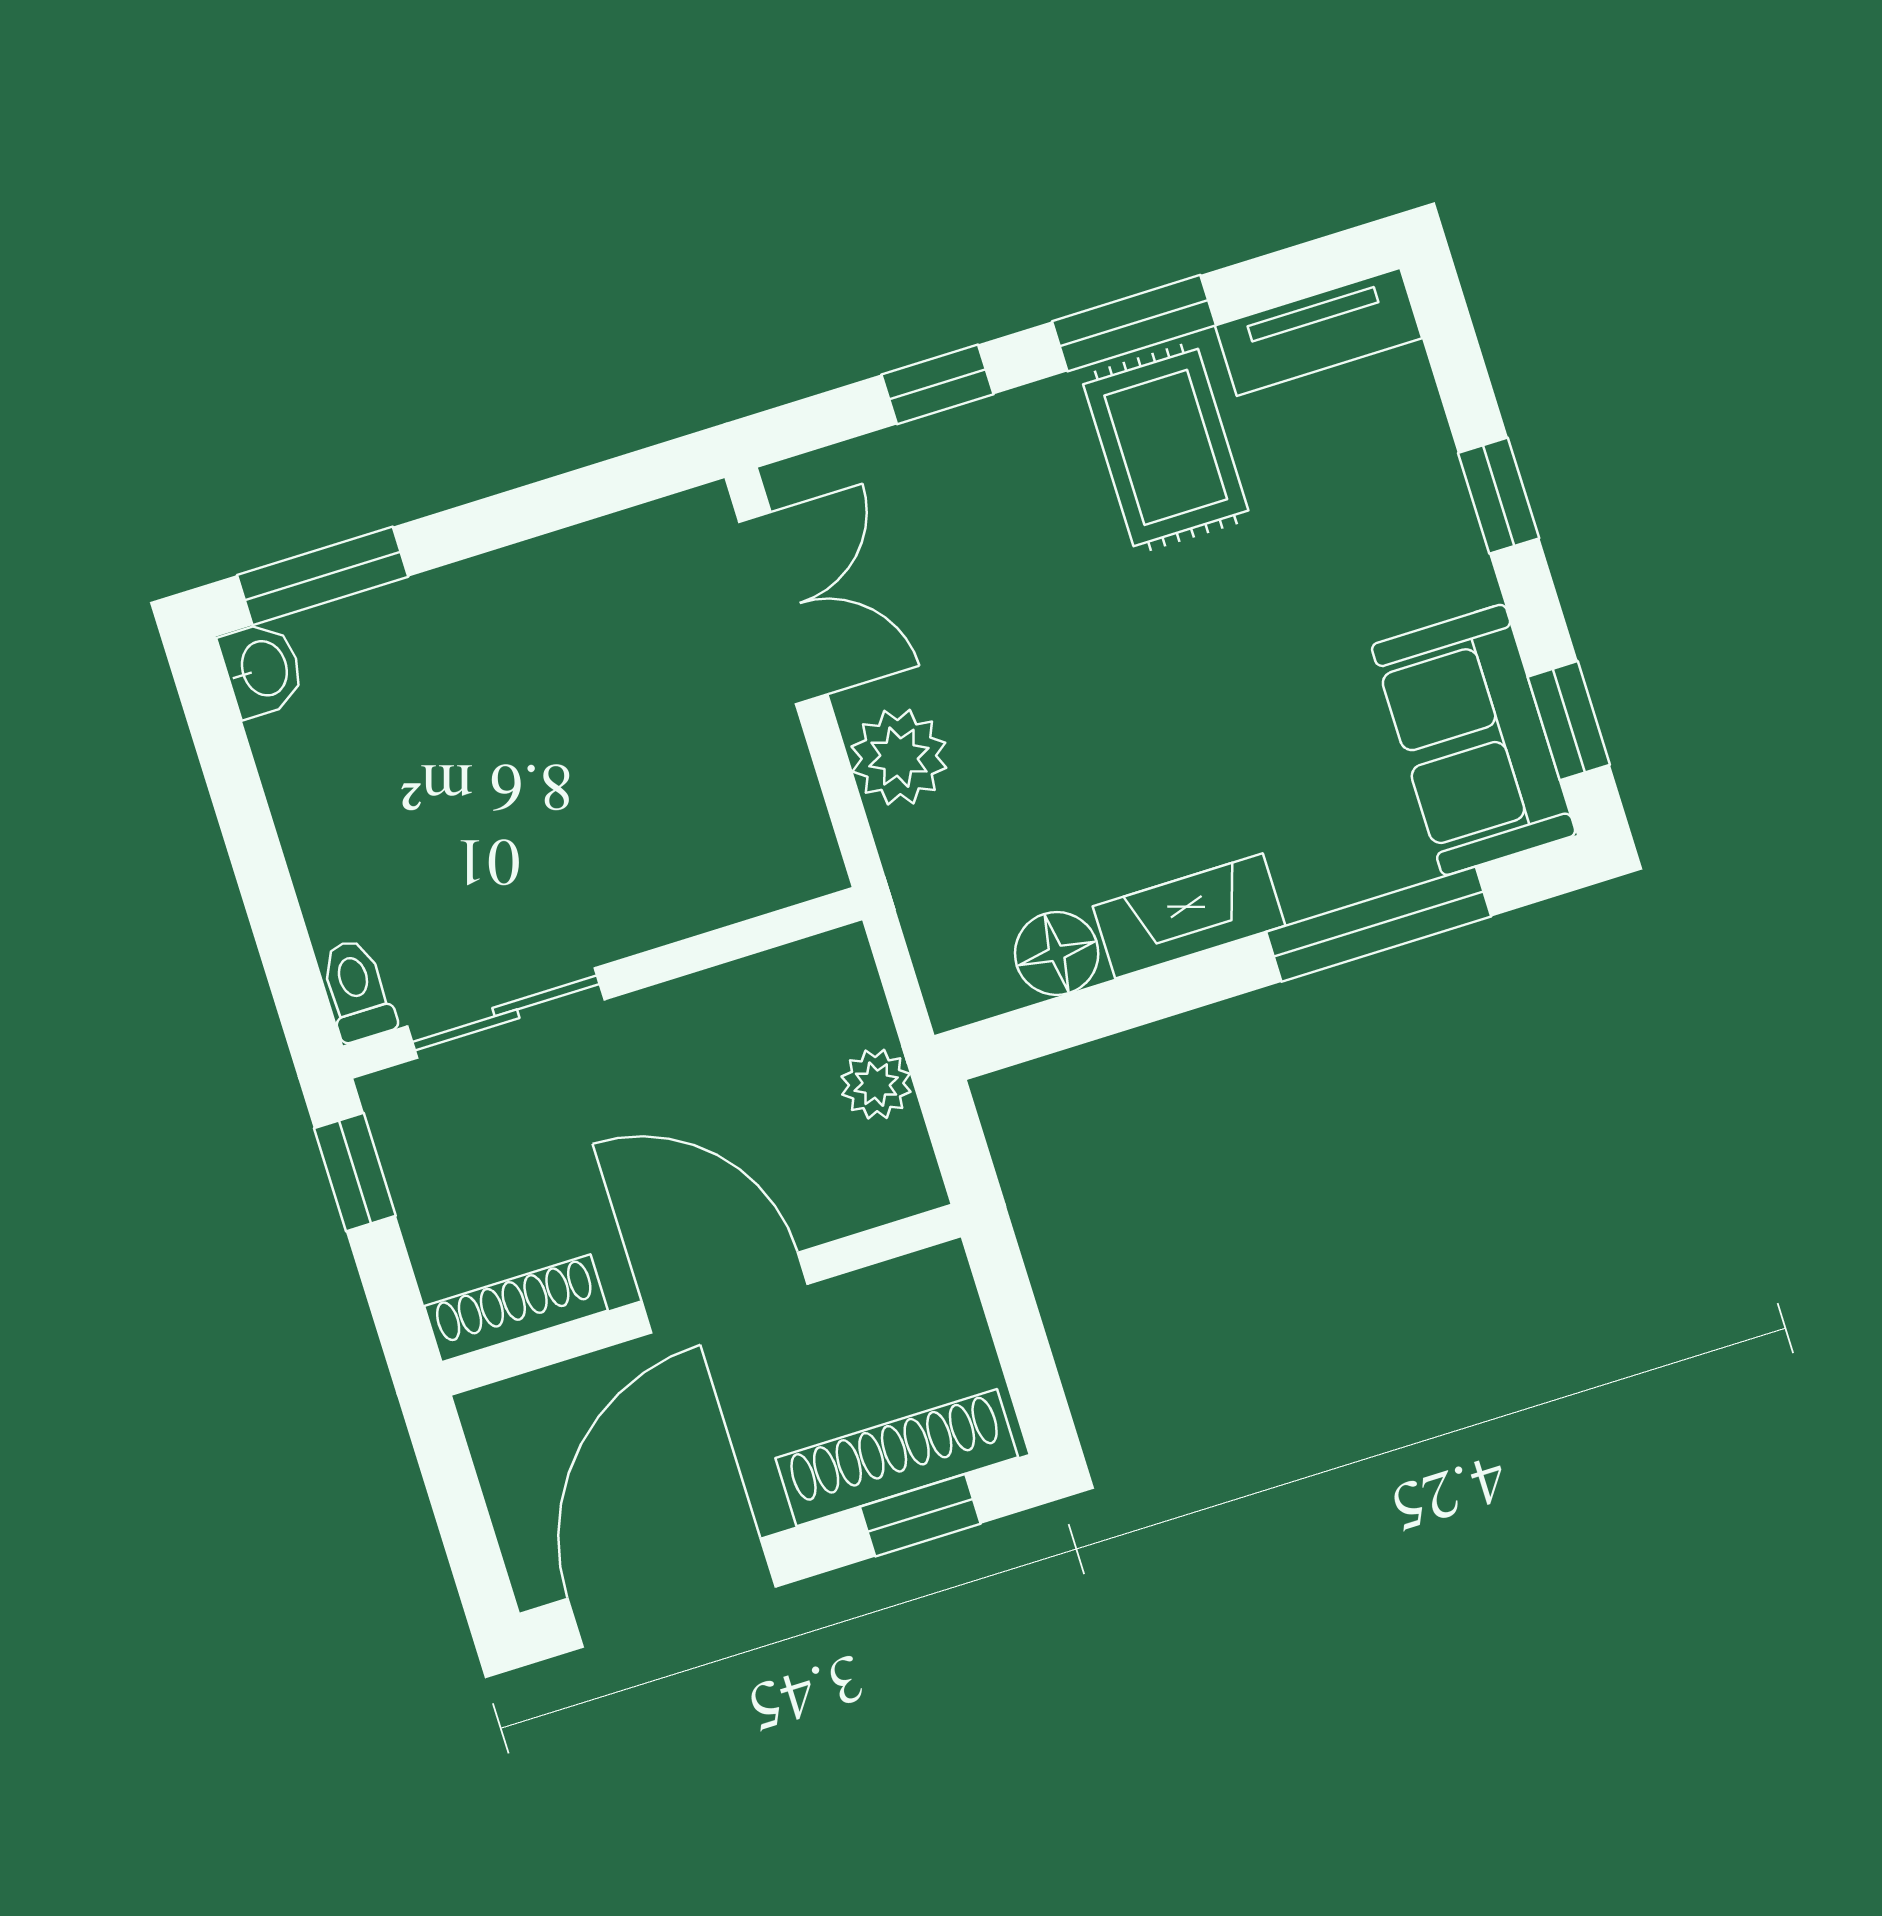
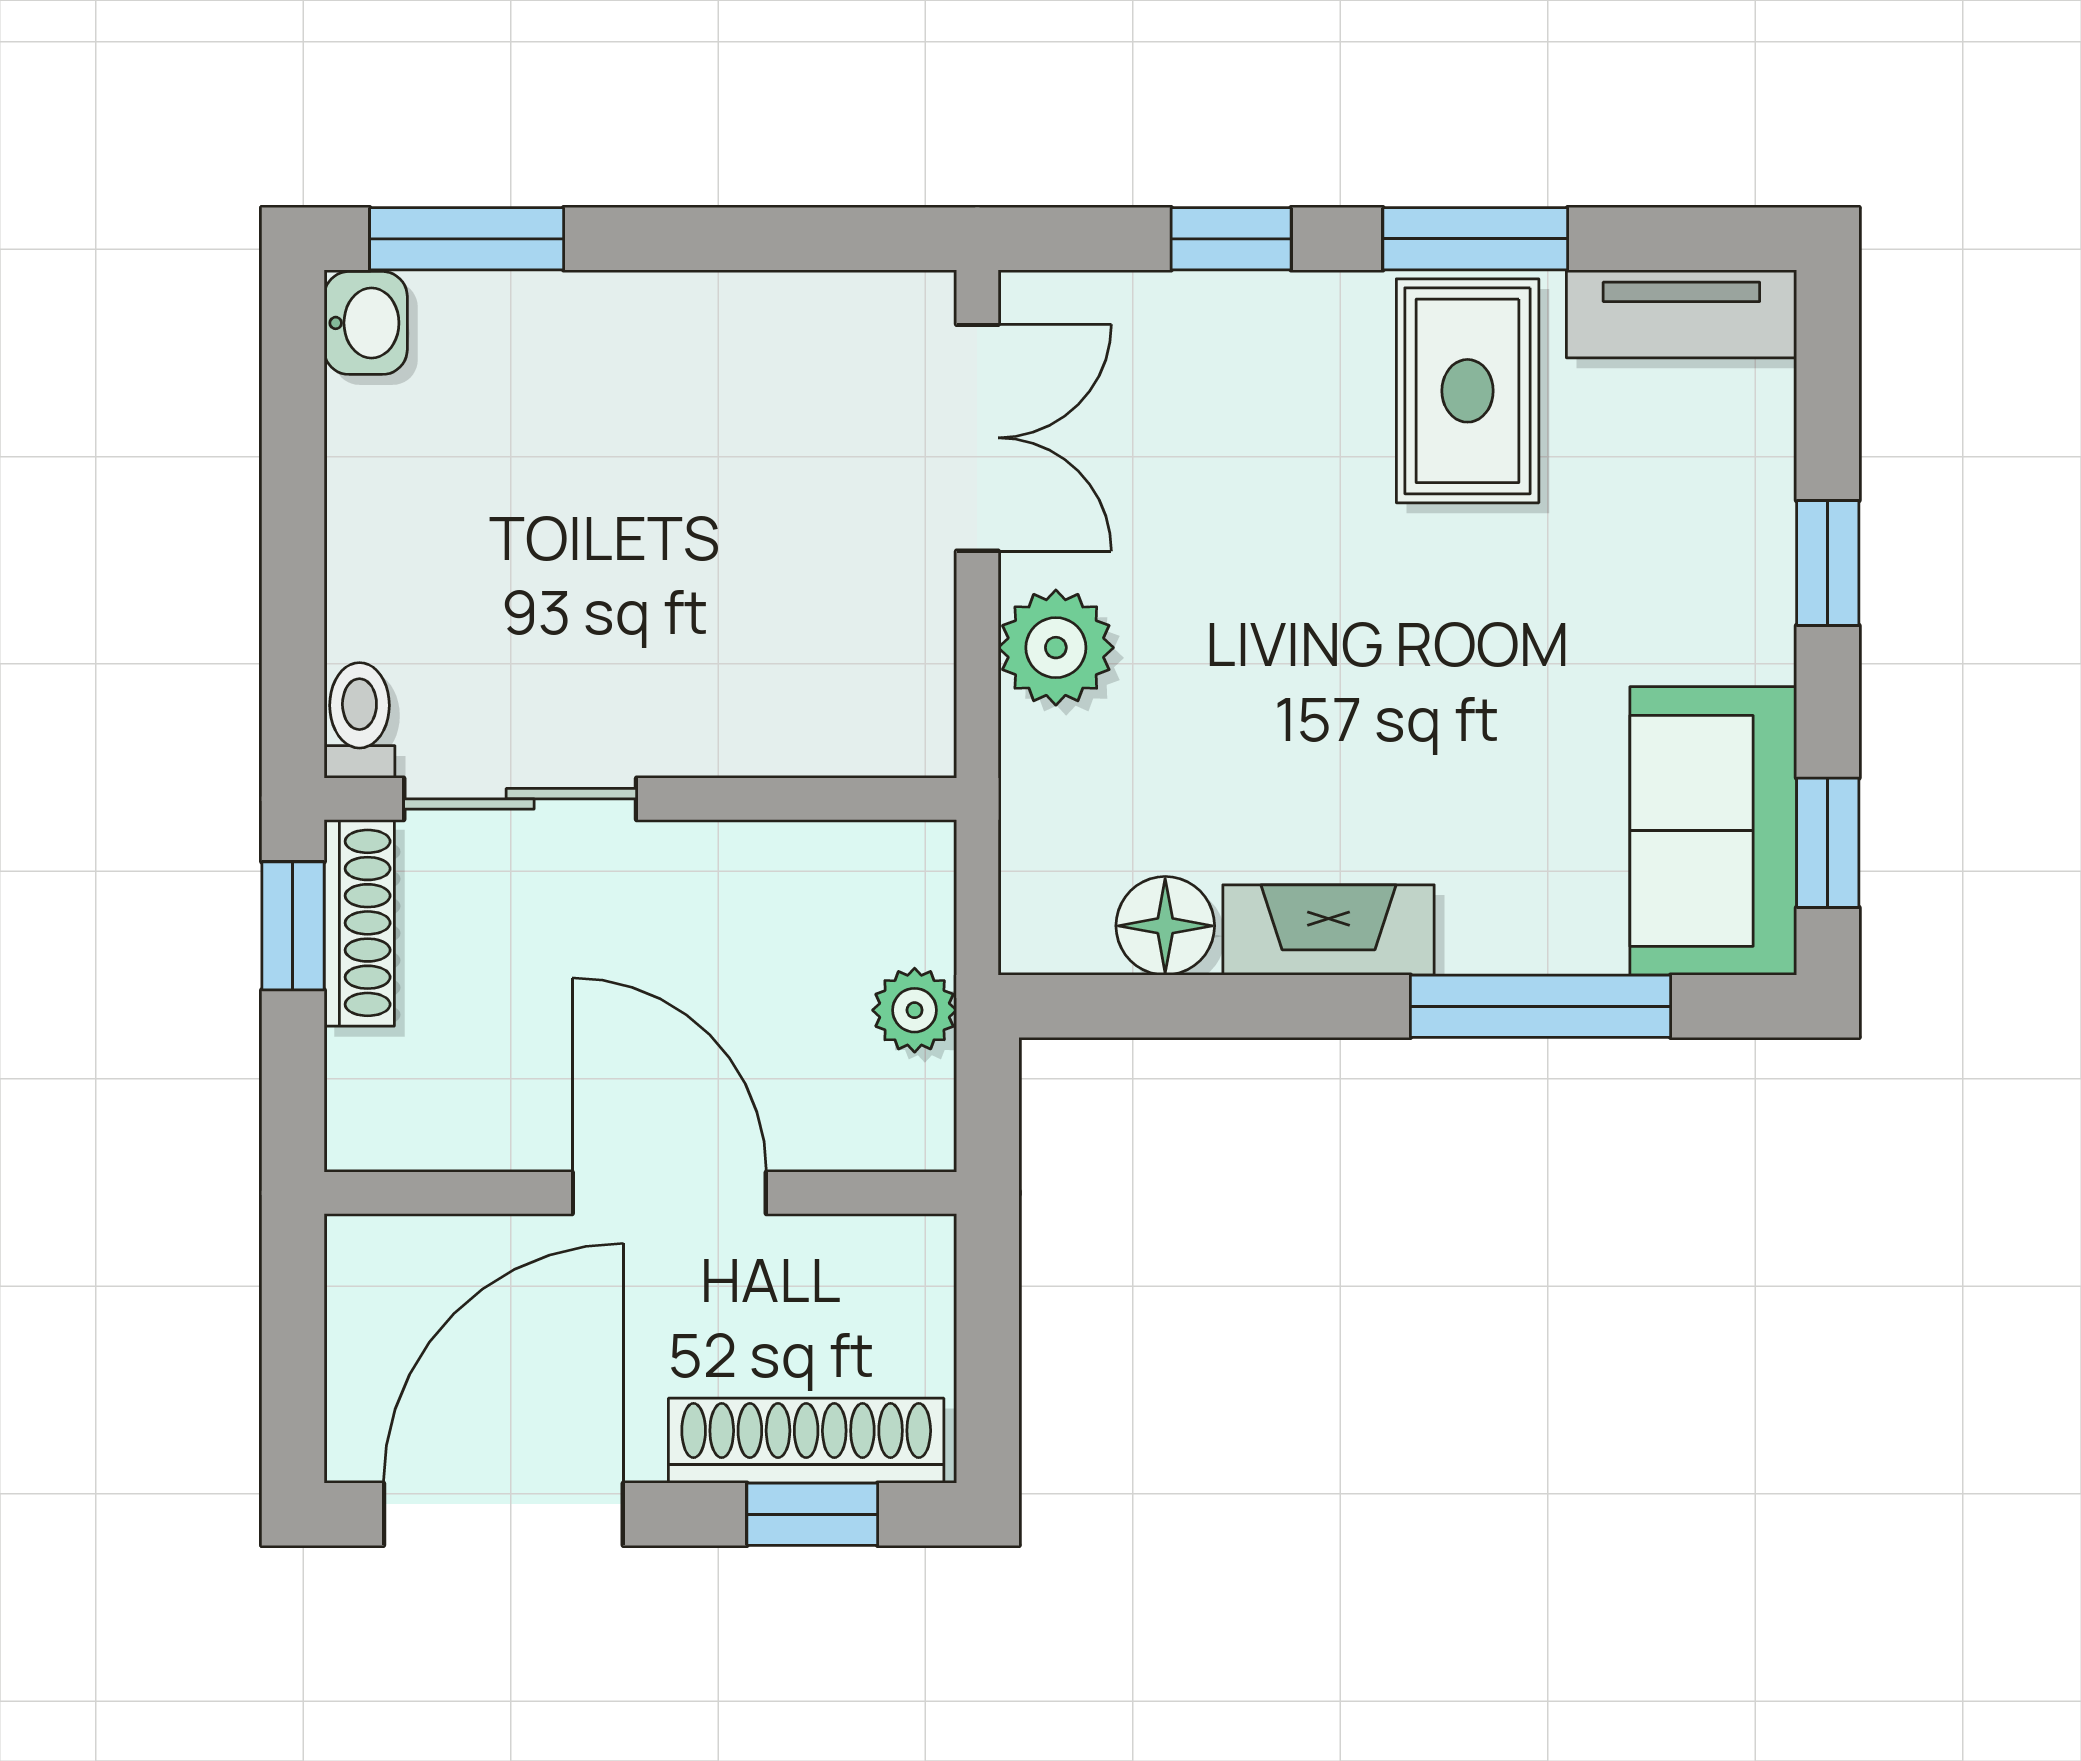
shoe rack: (516, 1308) -> (359, 923), moved, turned 90

